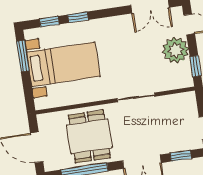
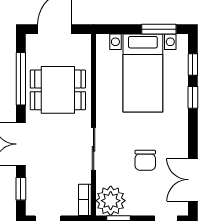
plant: (176, 50) -> (111, 201), moved
chair: (139, 51) -> (145, 160), added
bookcase: (182, 98) -> (85, 200), added

